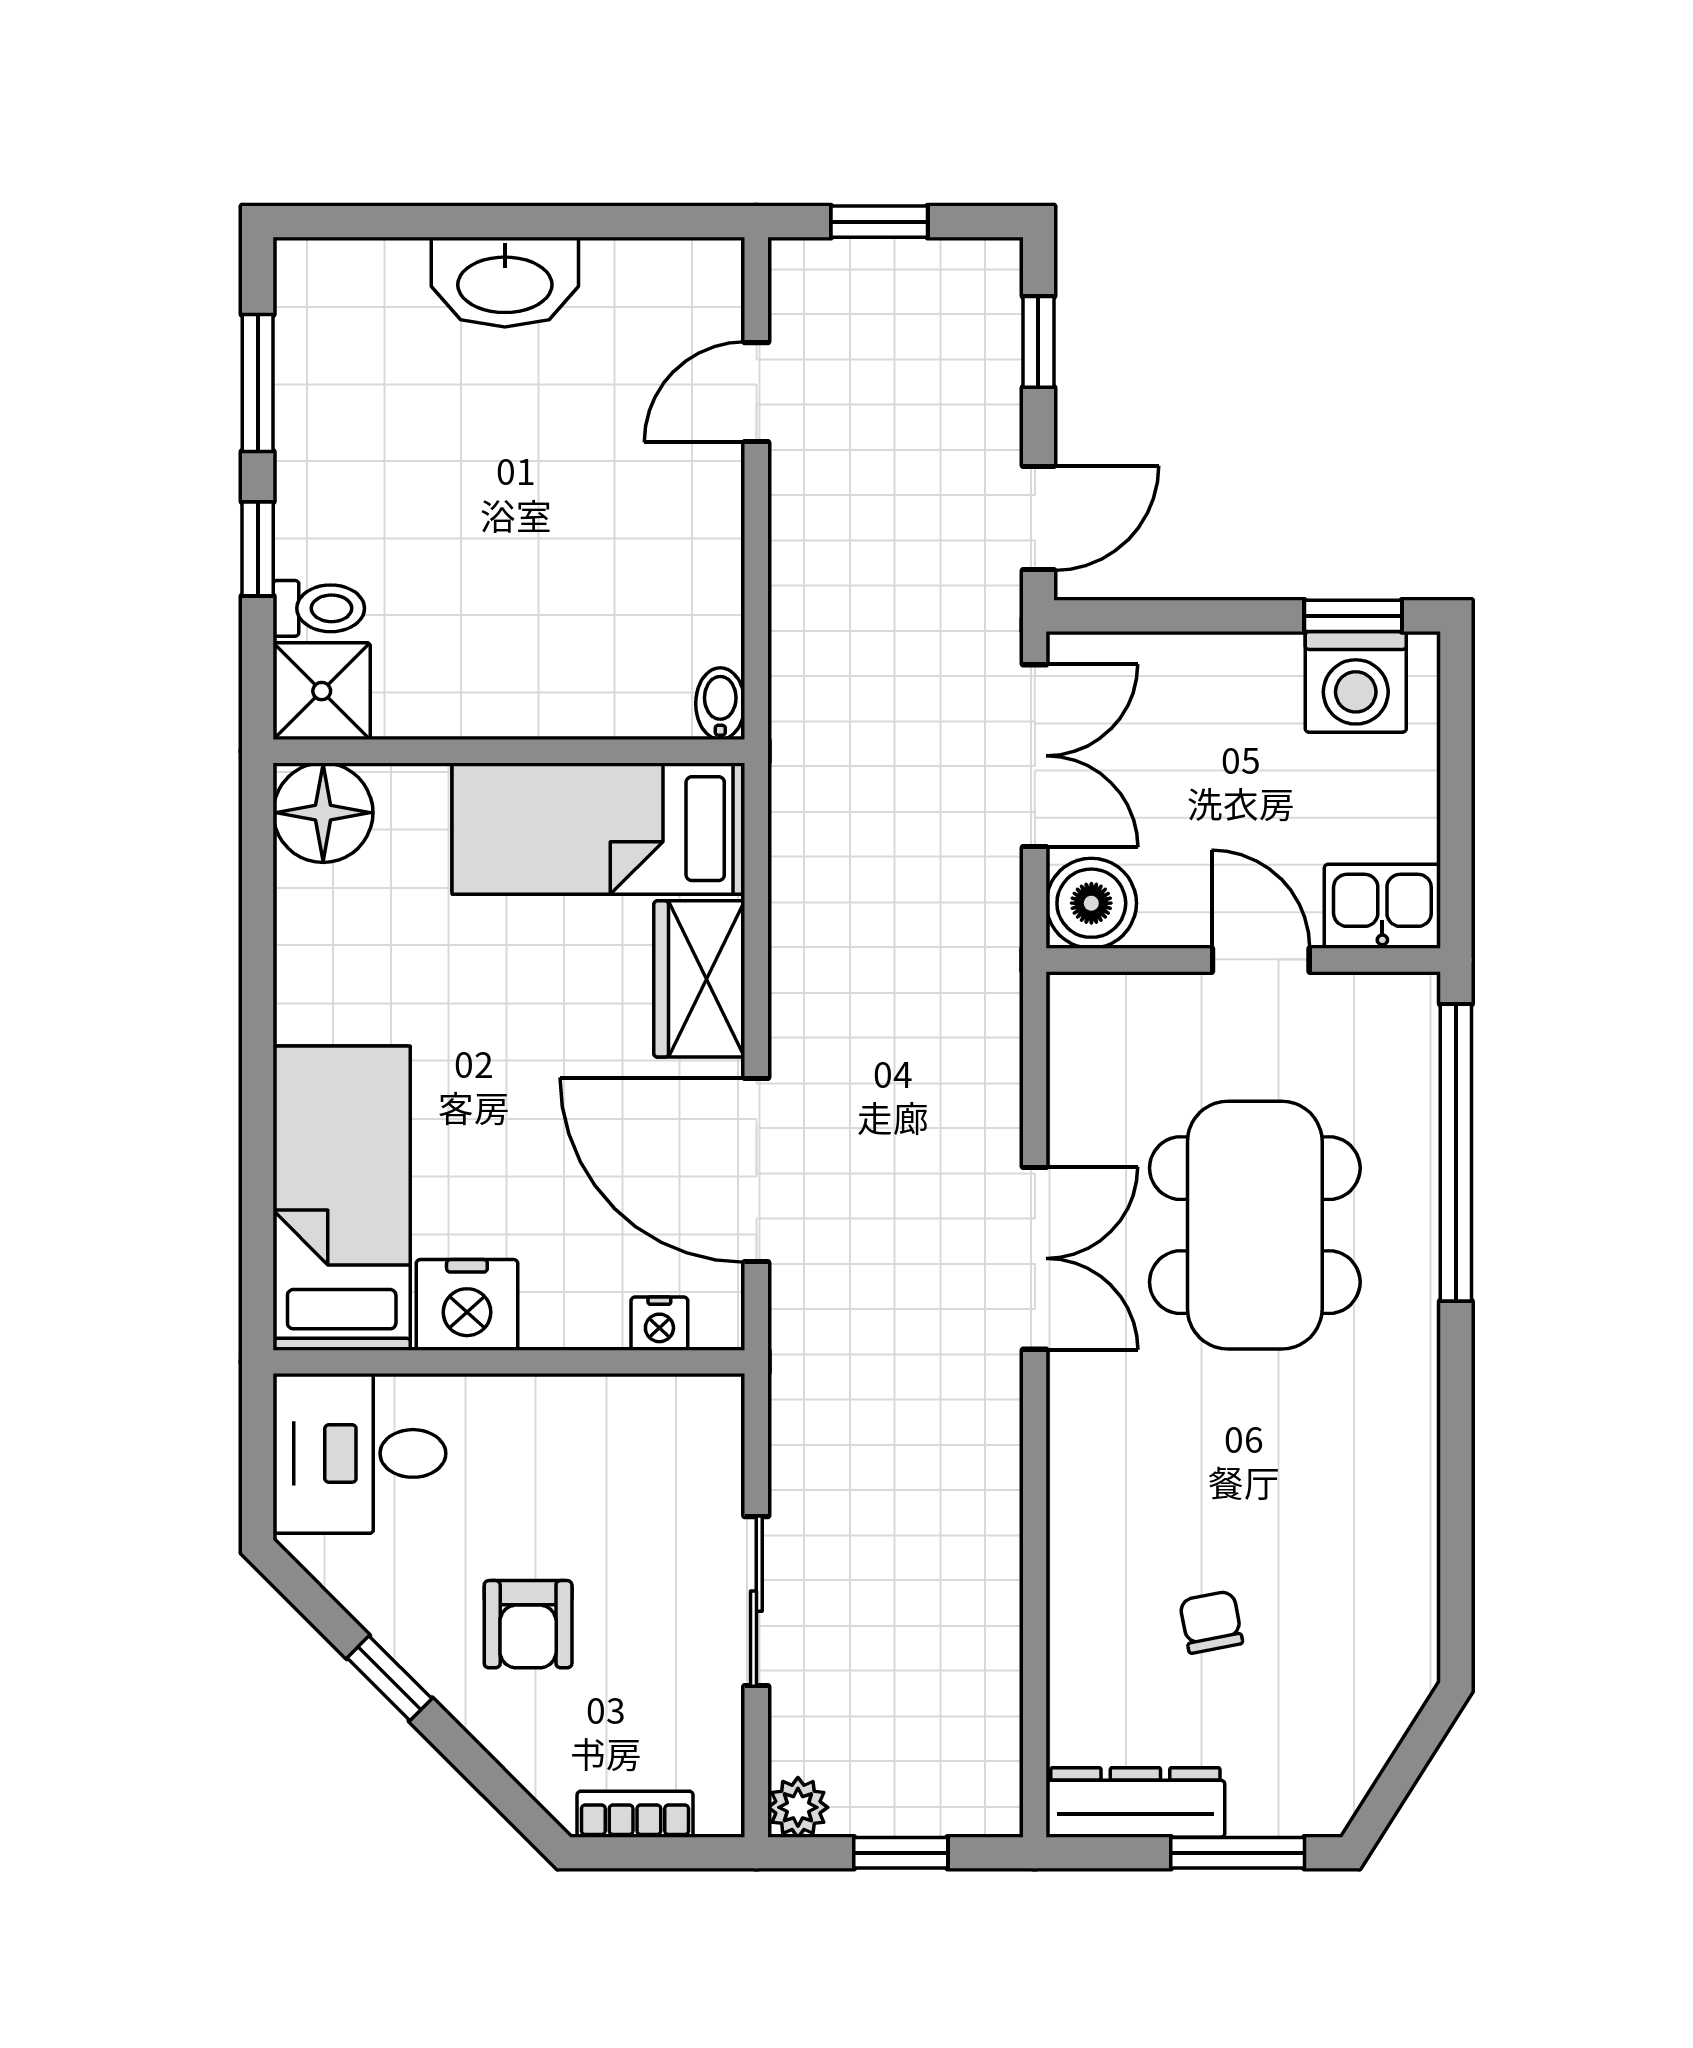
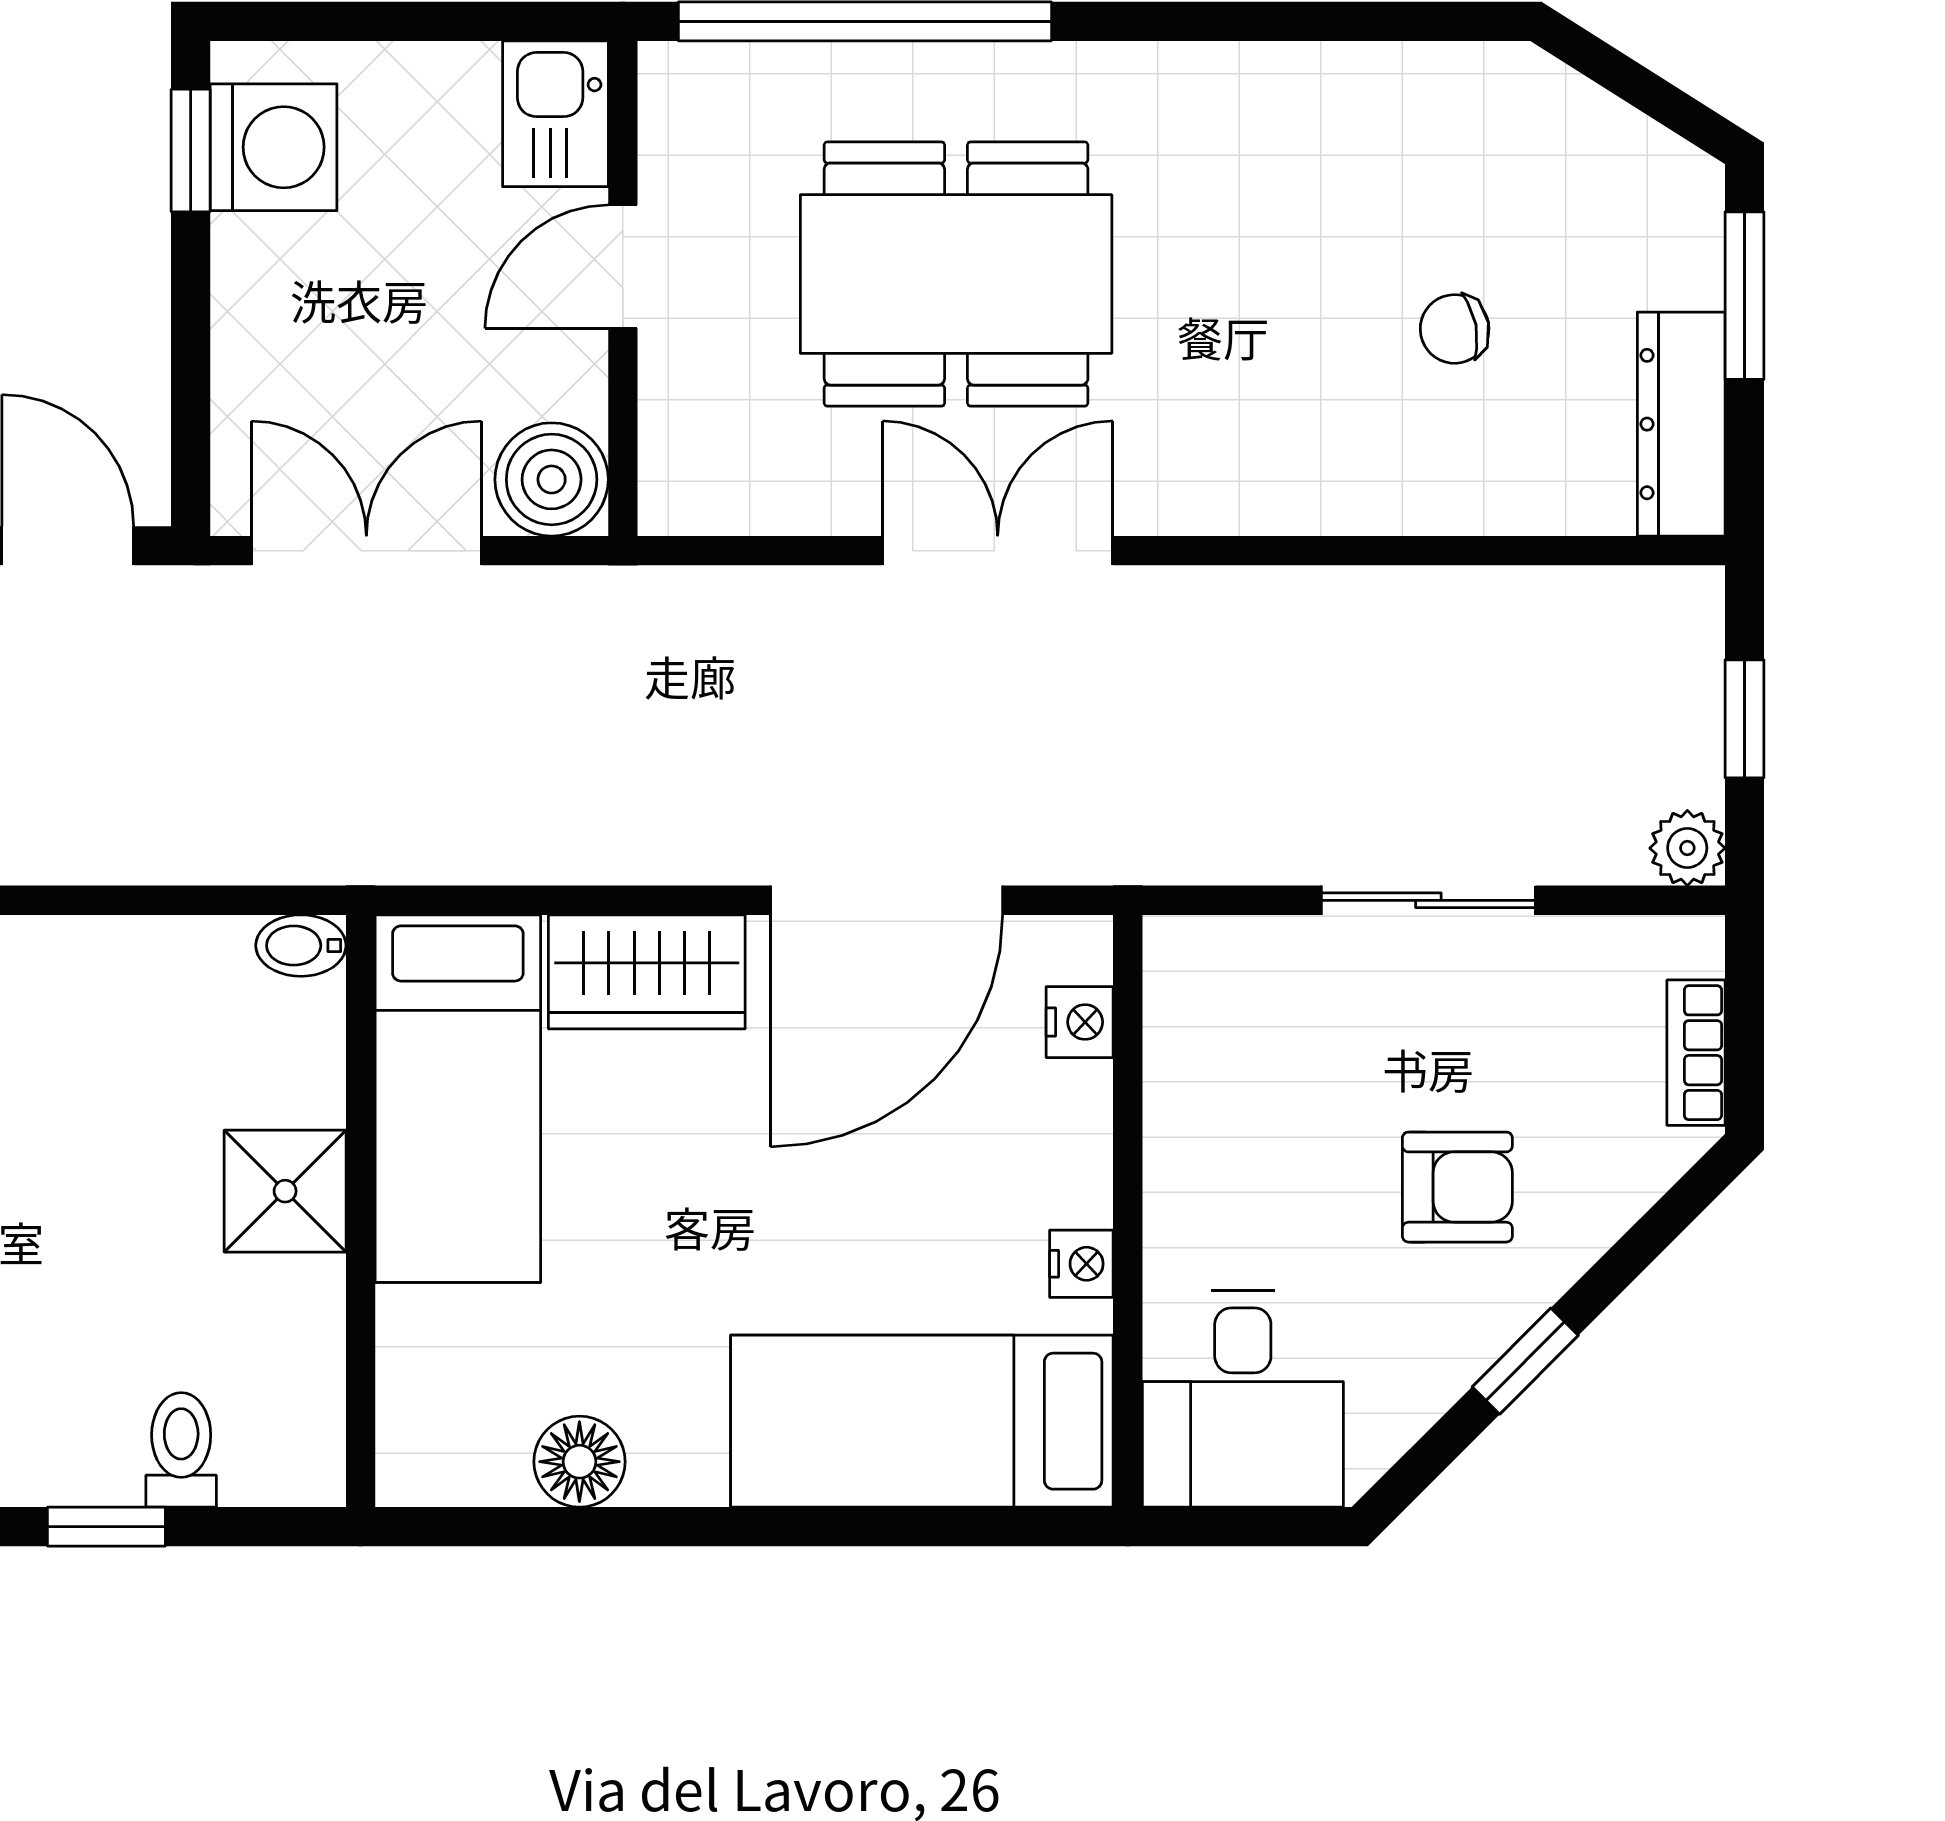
shower: (322, 691) -> (285, 1191), moved
floor lamp: (323, 813) -> (579, 1462), moved, width x0.73, depth x0.73
nightstand: (467, 1305) -> (1081, 1264), width x0.53, depth x0.56

